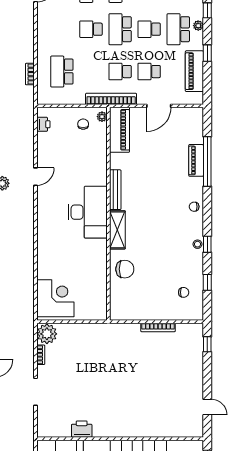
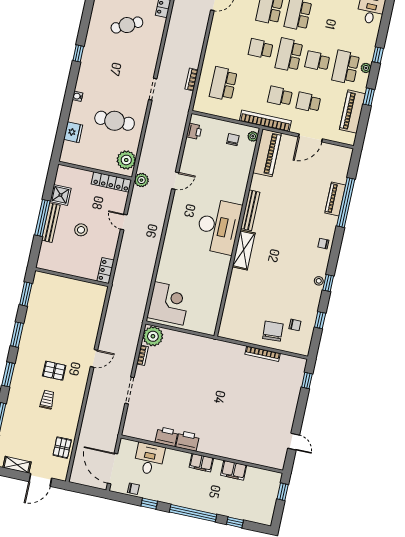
chair: (125, 269) -> (273, 331), moved, turned -93
printer: (103, 429) -> (188, 441), added

